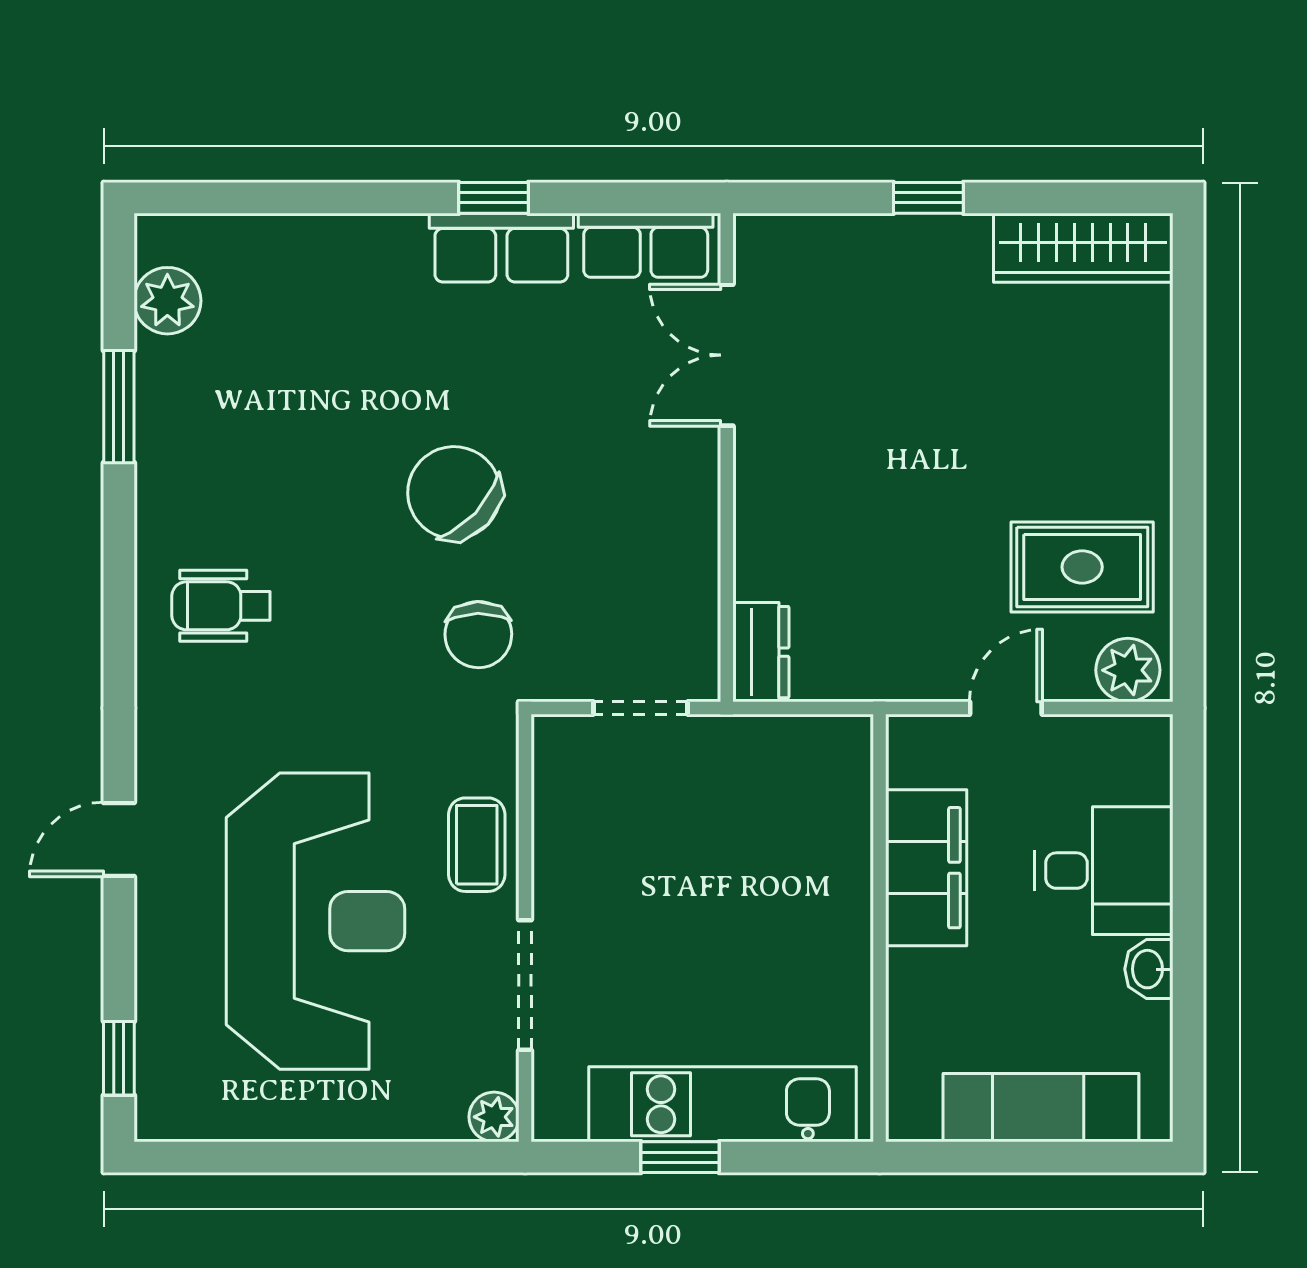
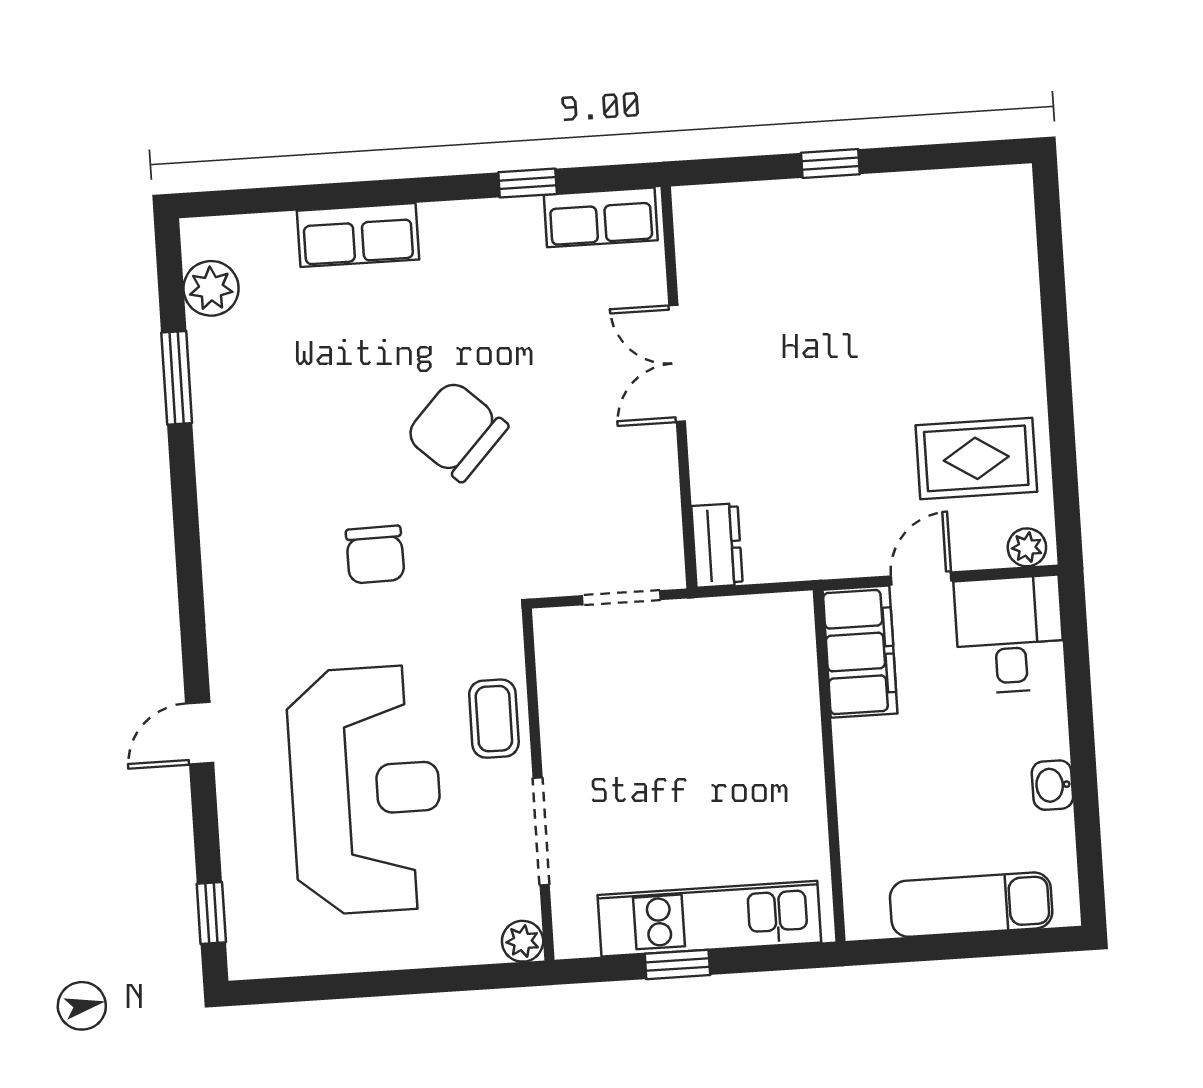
window: (494, 198) -> (528, 183), moved
row of seats: (501, 248) -> (358, 235), moved
wardrobe: (1083, 248) -> (960, 196), removed
double door: (727, 355) -> (677, 363), moved
wheelchair: (221, 606) -> (271, 536), removed
chair: (478, 635) -> (375, 555), moved
plant: (1128, 670) -> (1027, 547), width x0.73, depth x0.73
filing cabinet: (926, 868) -> (860, 652), moved
desk: (1104, 871) -> (1010, 635), moved, turned -90

